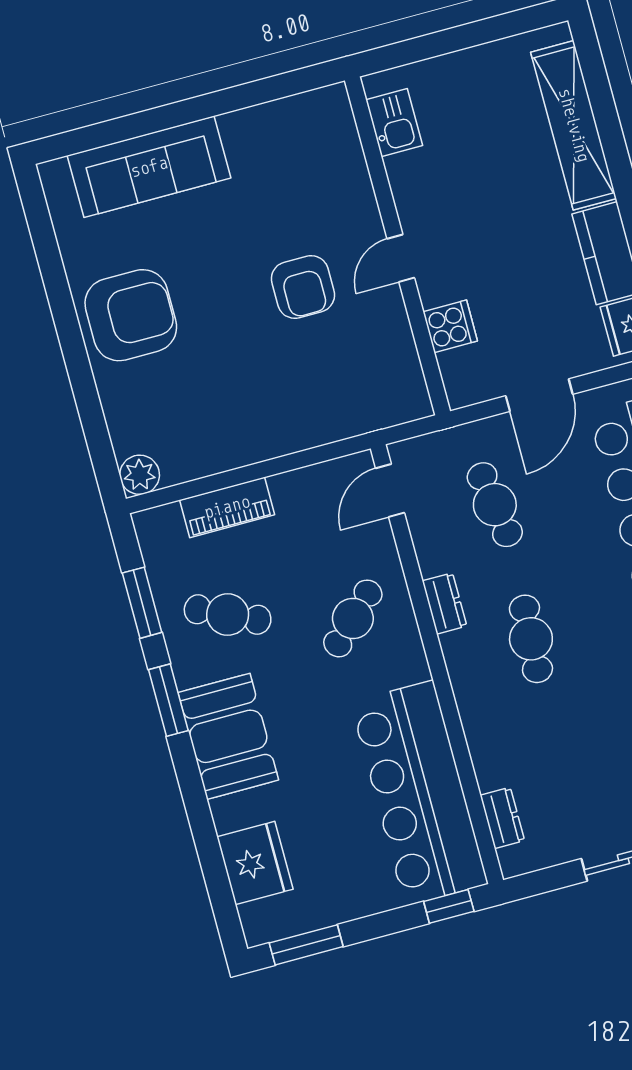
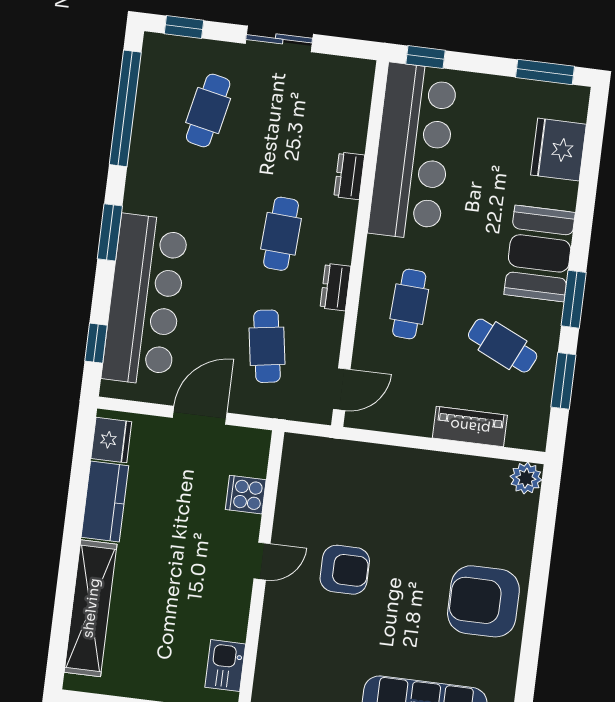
armchair: (303, 287) -> (345, 570), turned 90
cafe table: (353, 618) -> (409, 304), turned -43
dresser: (502, 818) -> (349, 176), moved

